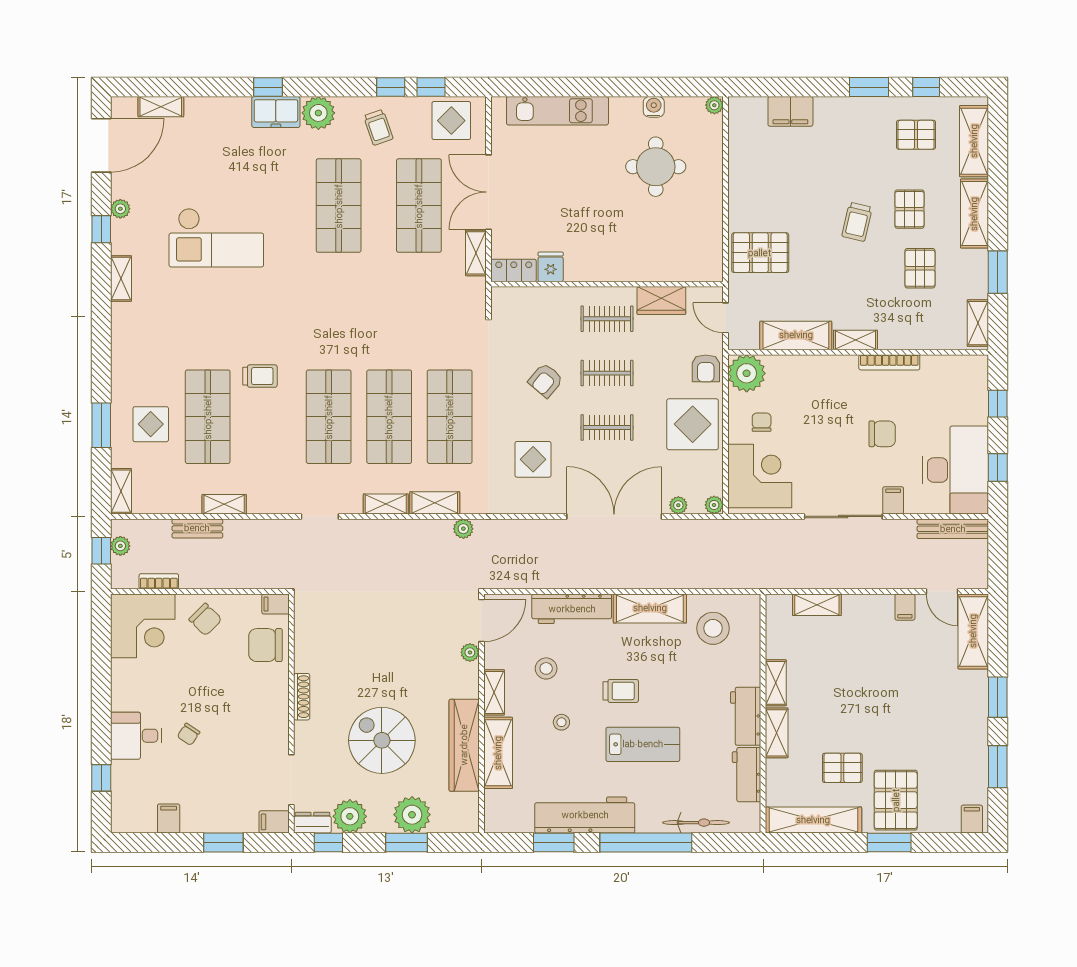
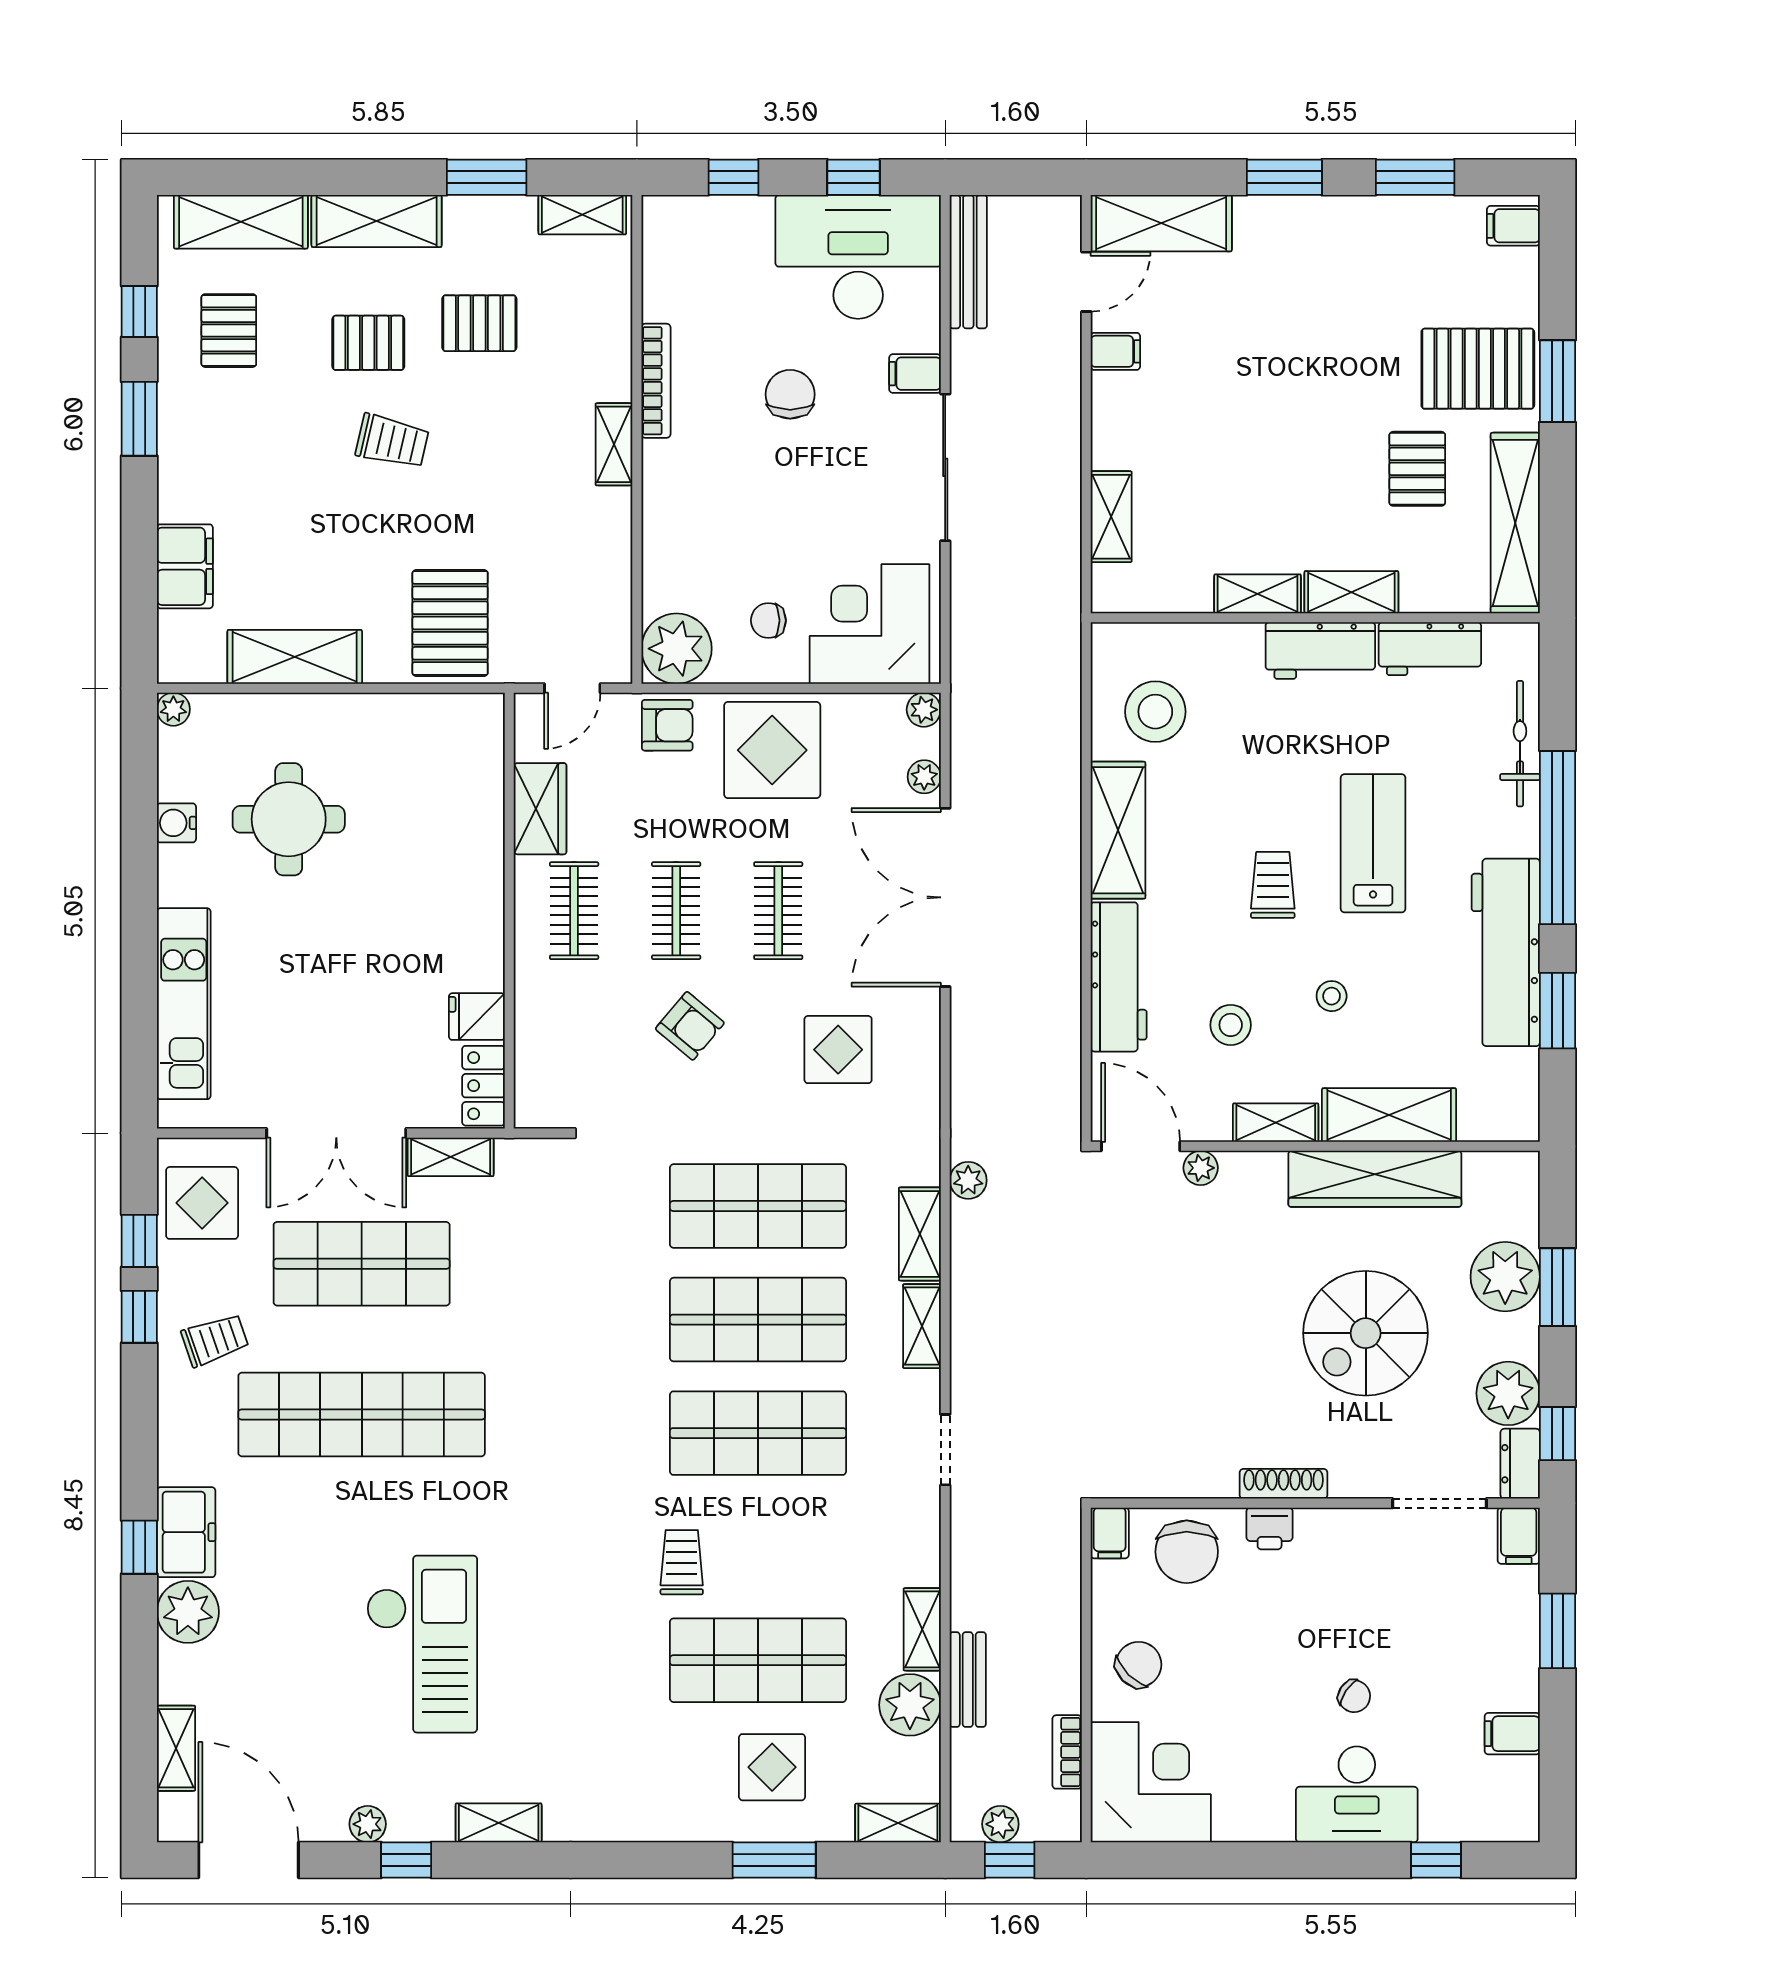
plant: (318, 113) -> (188, 1612), moved
shop shelf: (339, 206) -> (362, 1415), width x1.40
shelving: (796, 335) -> (295, 657), moved, turned 90
plant: (184, 498) -> (910, 1705), added
printer: (278, 689) -> (1270, 1528), added
desk: (136, 736) -> (1357, 1794), width x1.37

